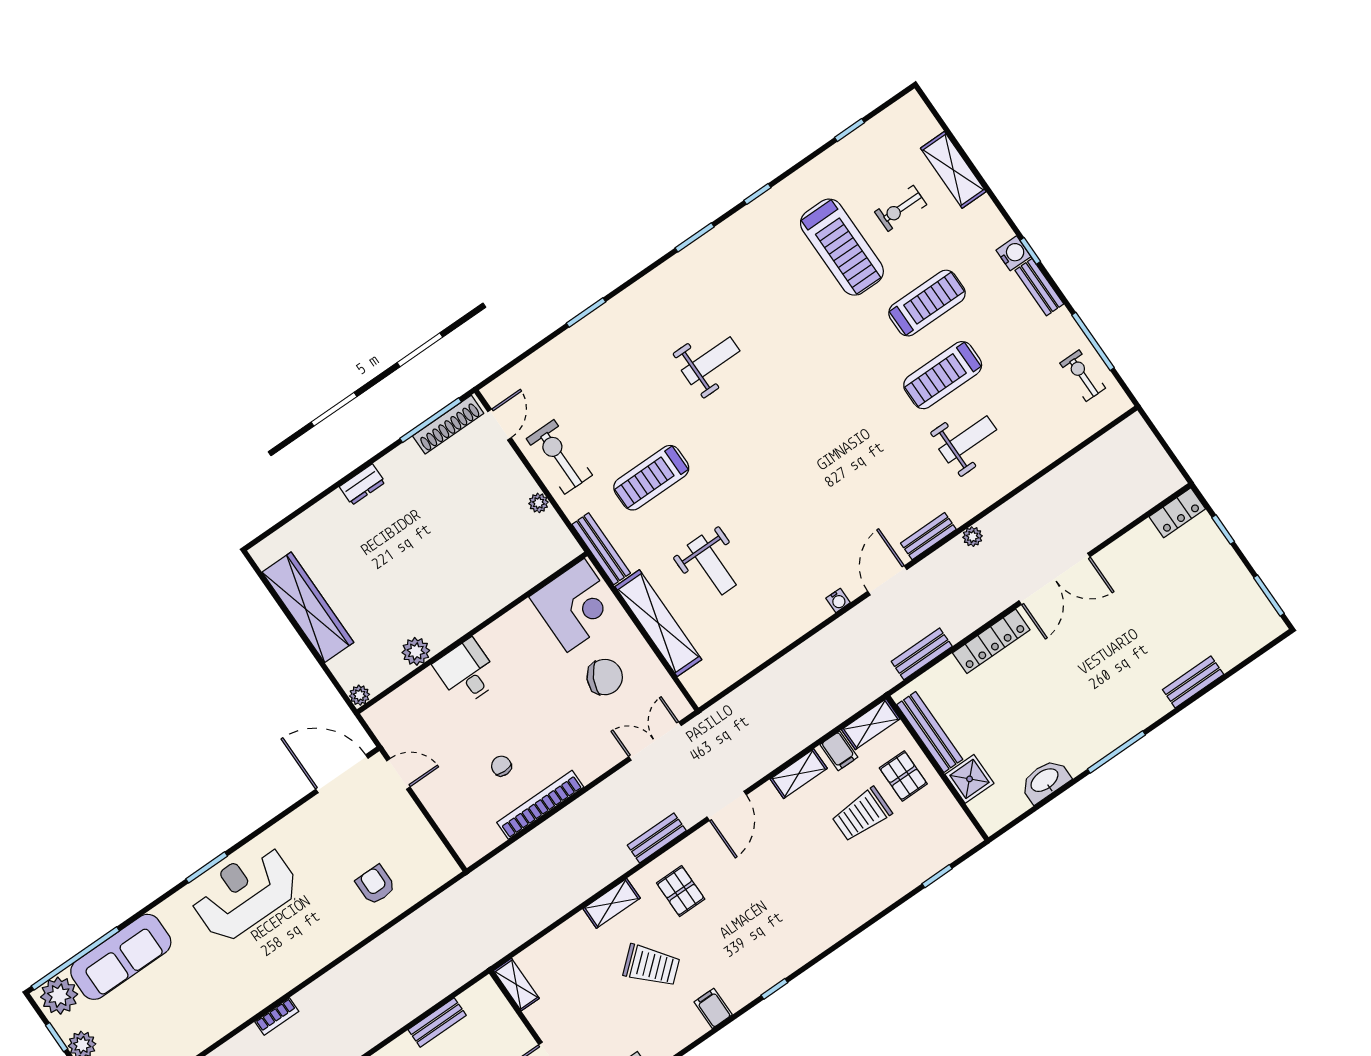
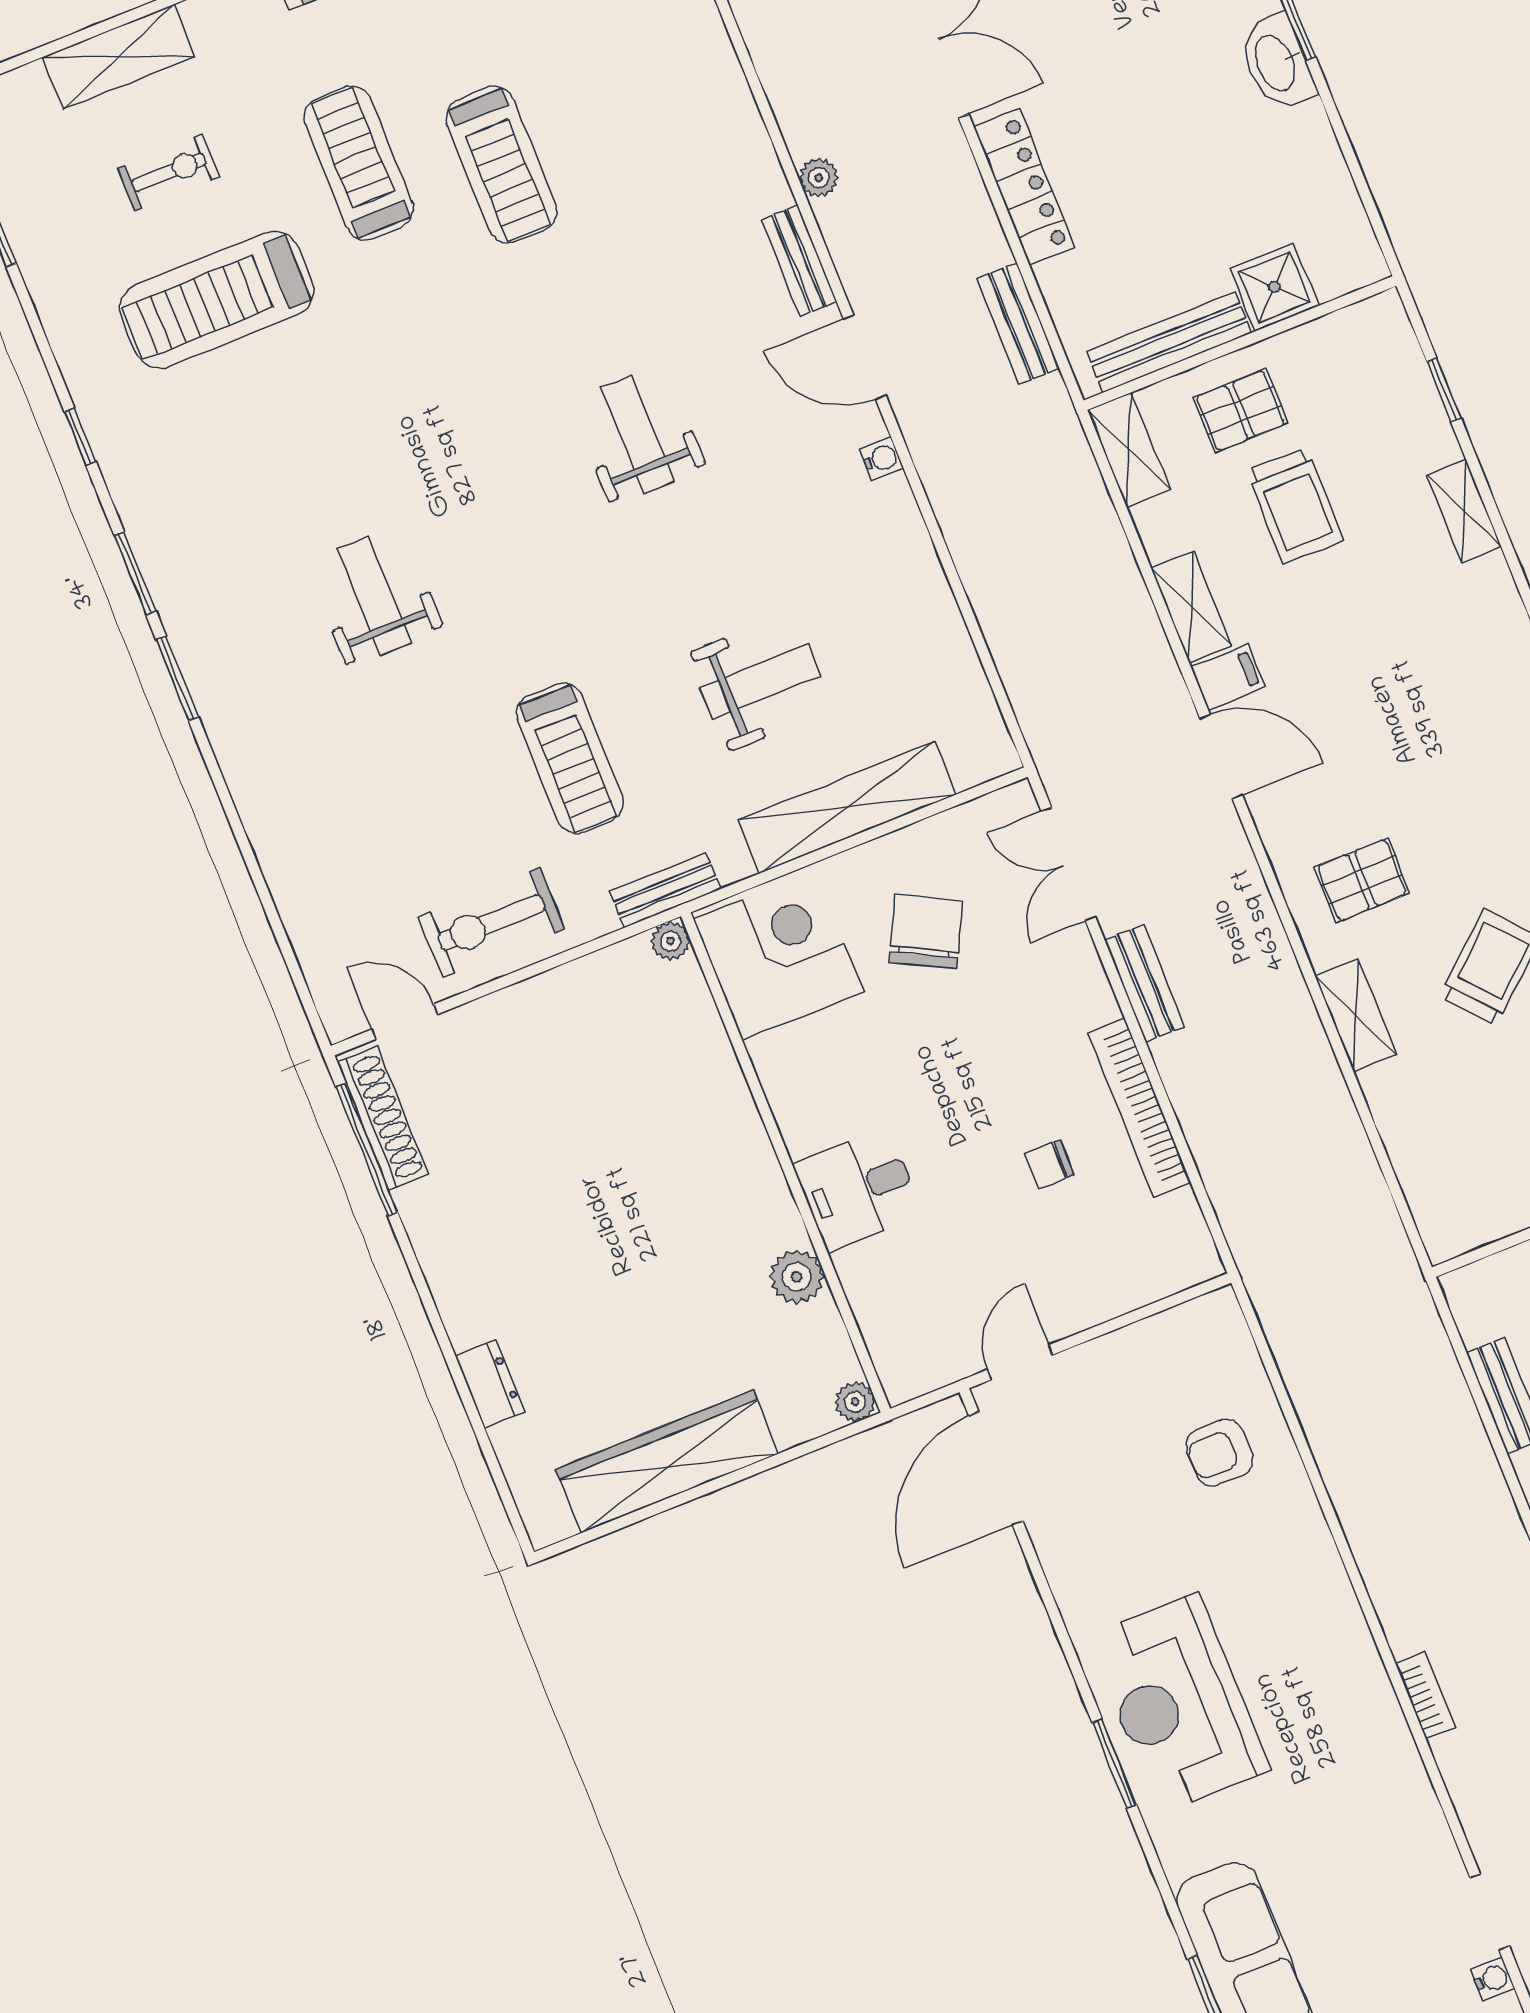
exercise bike: (901, 208) -> (169, 172), turned -90
treadmill: (842, 247) -> (217, 300), turned 180
window: (586, 313) -> (177, 678), moved
weight bench: (968, 439) -> (638, 435), moved
dresser: (362, 485) -> (490, 1384), moved
plant: (538, 503) -> (670, 941), moved
bench: (601, 549) -> (665, 890), width x0.73
filing cabinet: (839, 751) -> (1228, 677), moved
washbasin: (1045, 781) -> (1277, 62), moved
bench: (657, 838) -> (1144, 983), moved
shelving: (516, 985) -> (1464, 511), moved, turned 90

